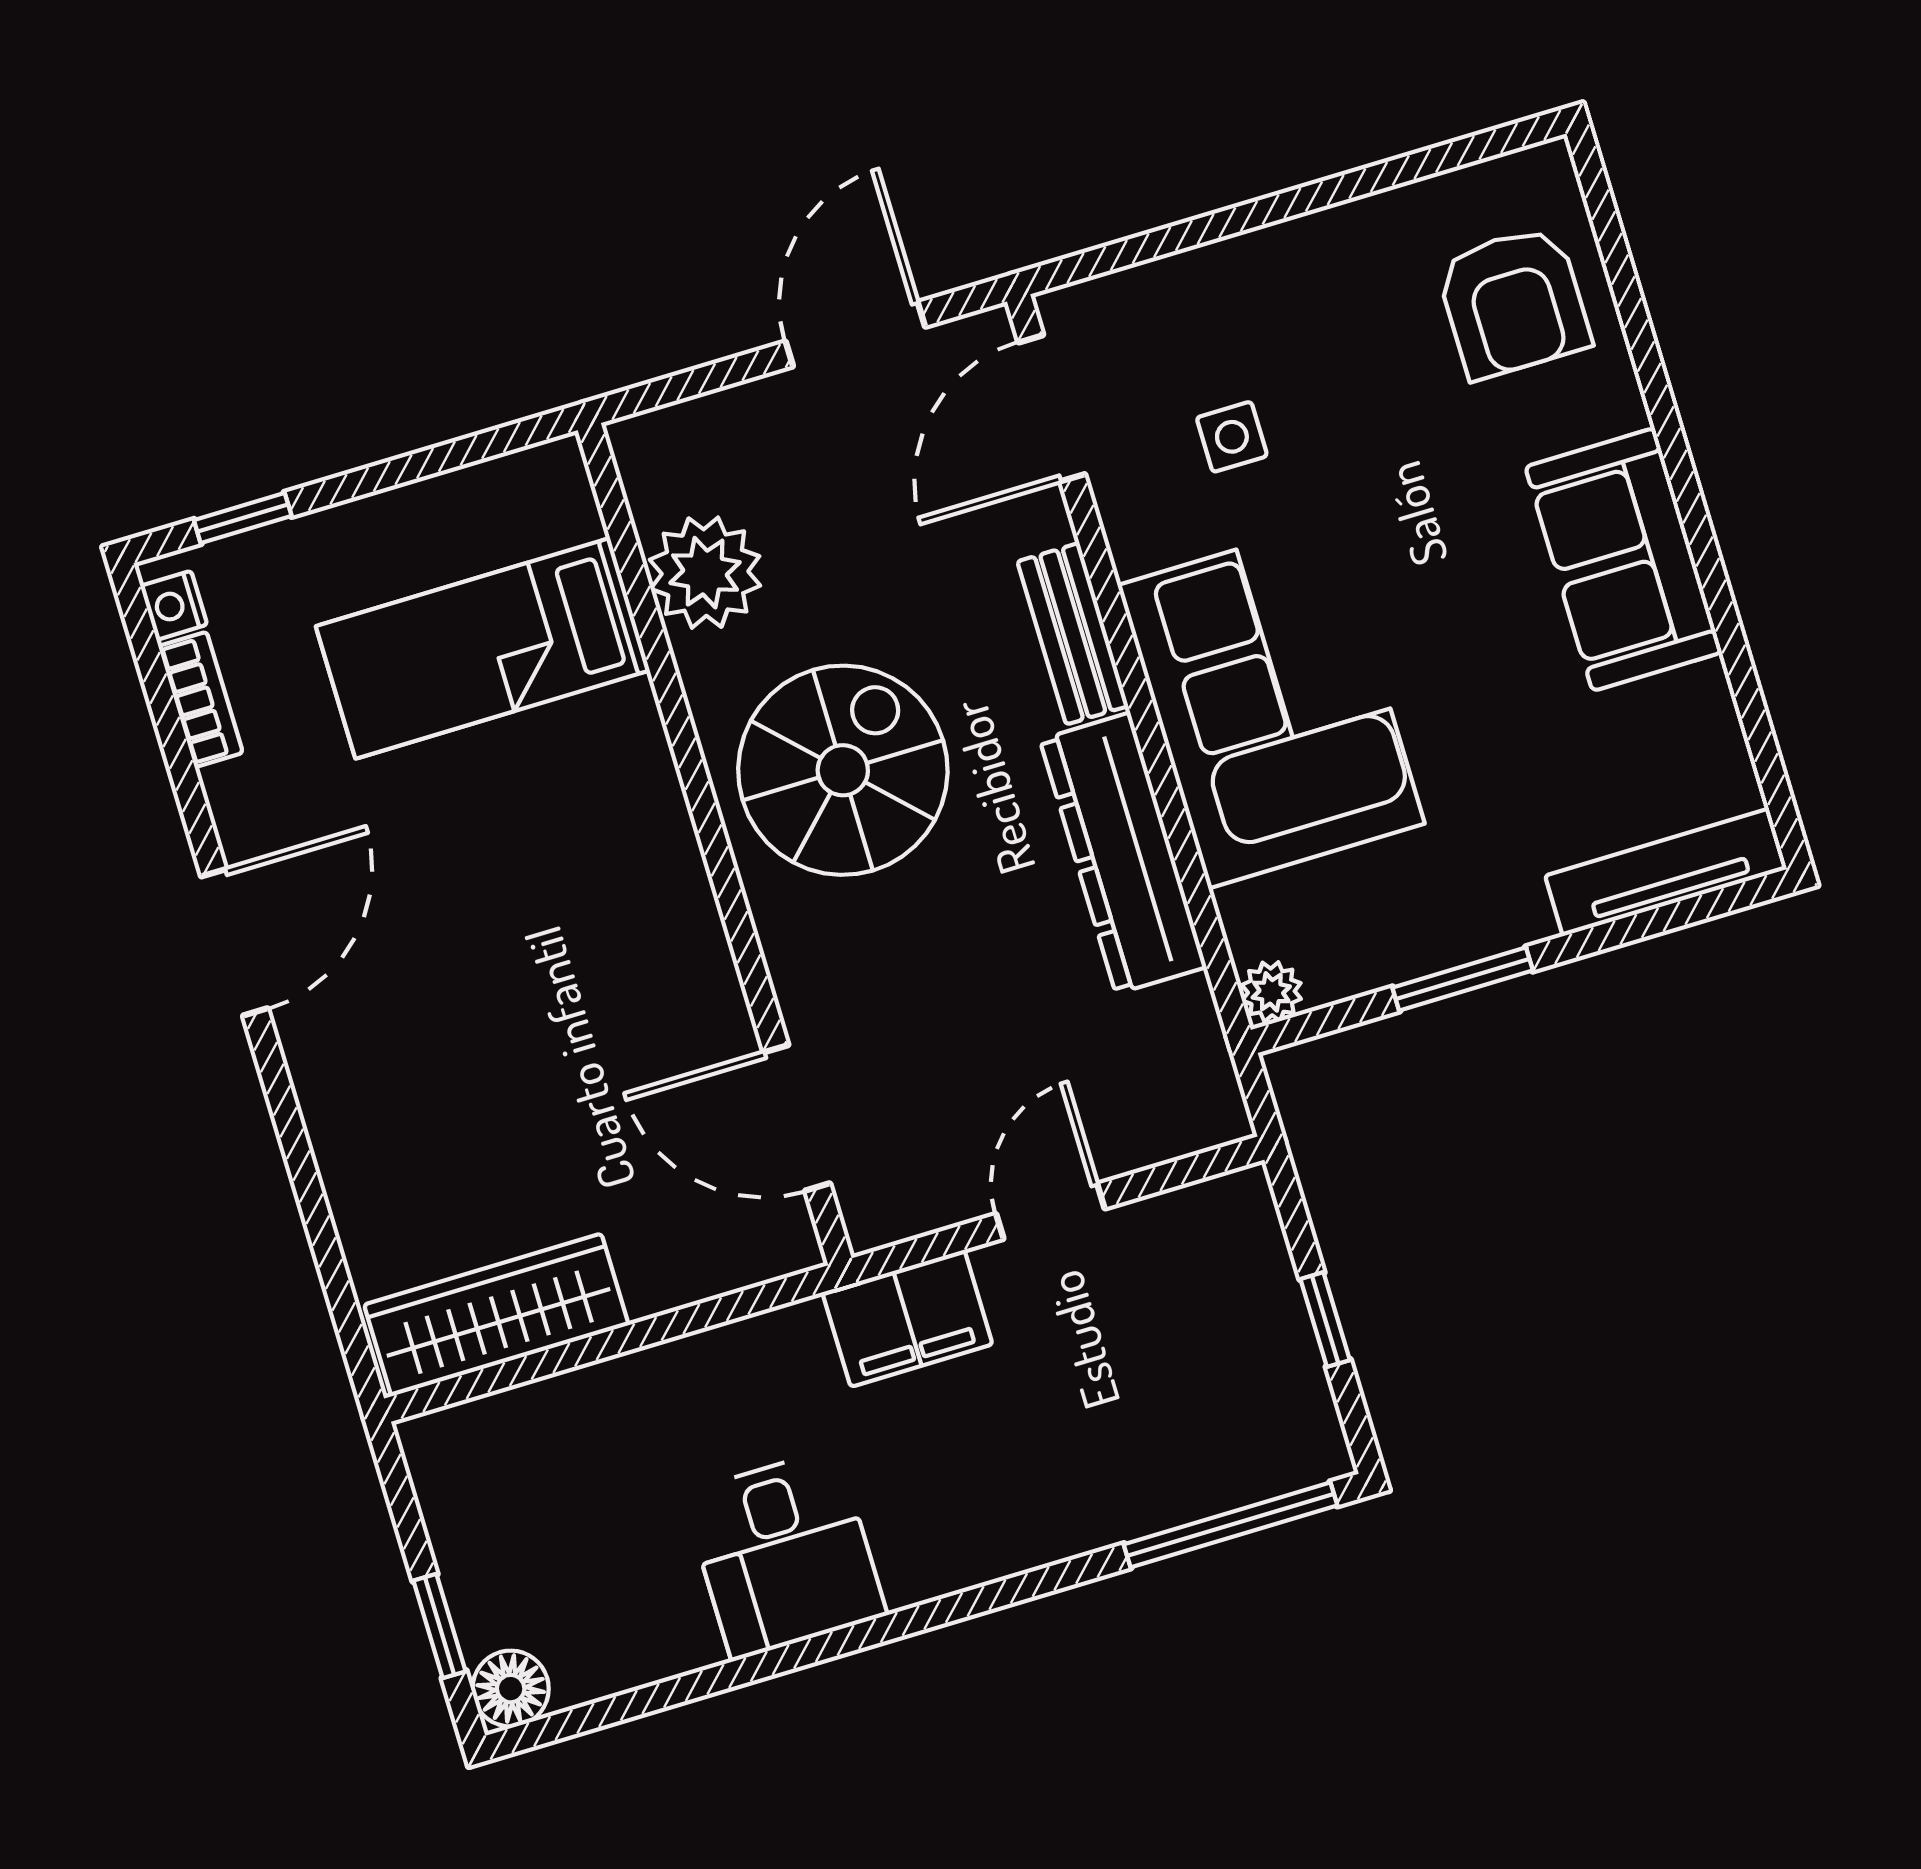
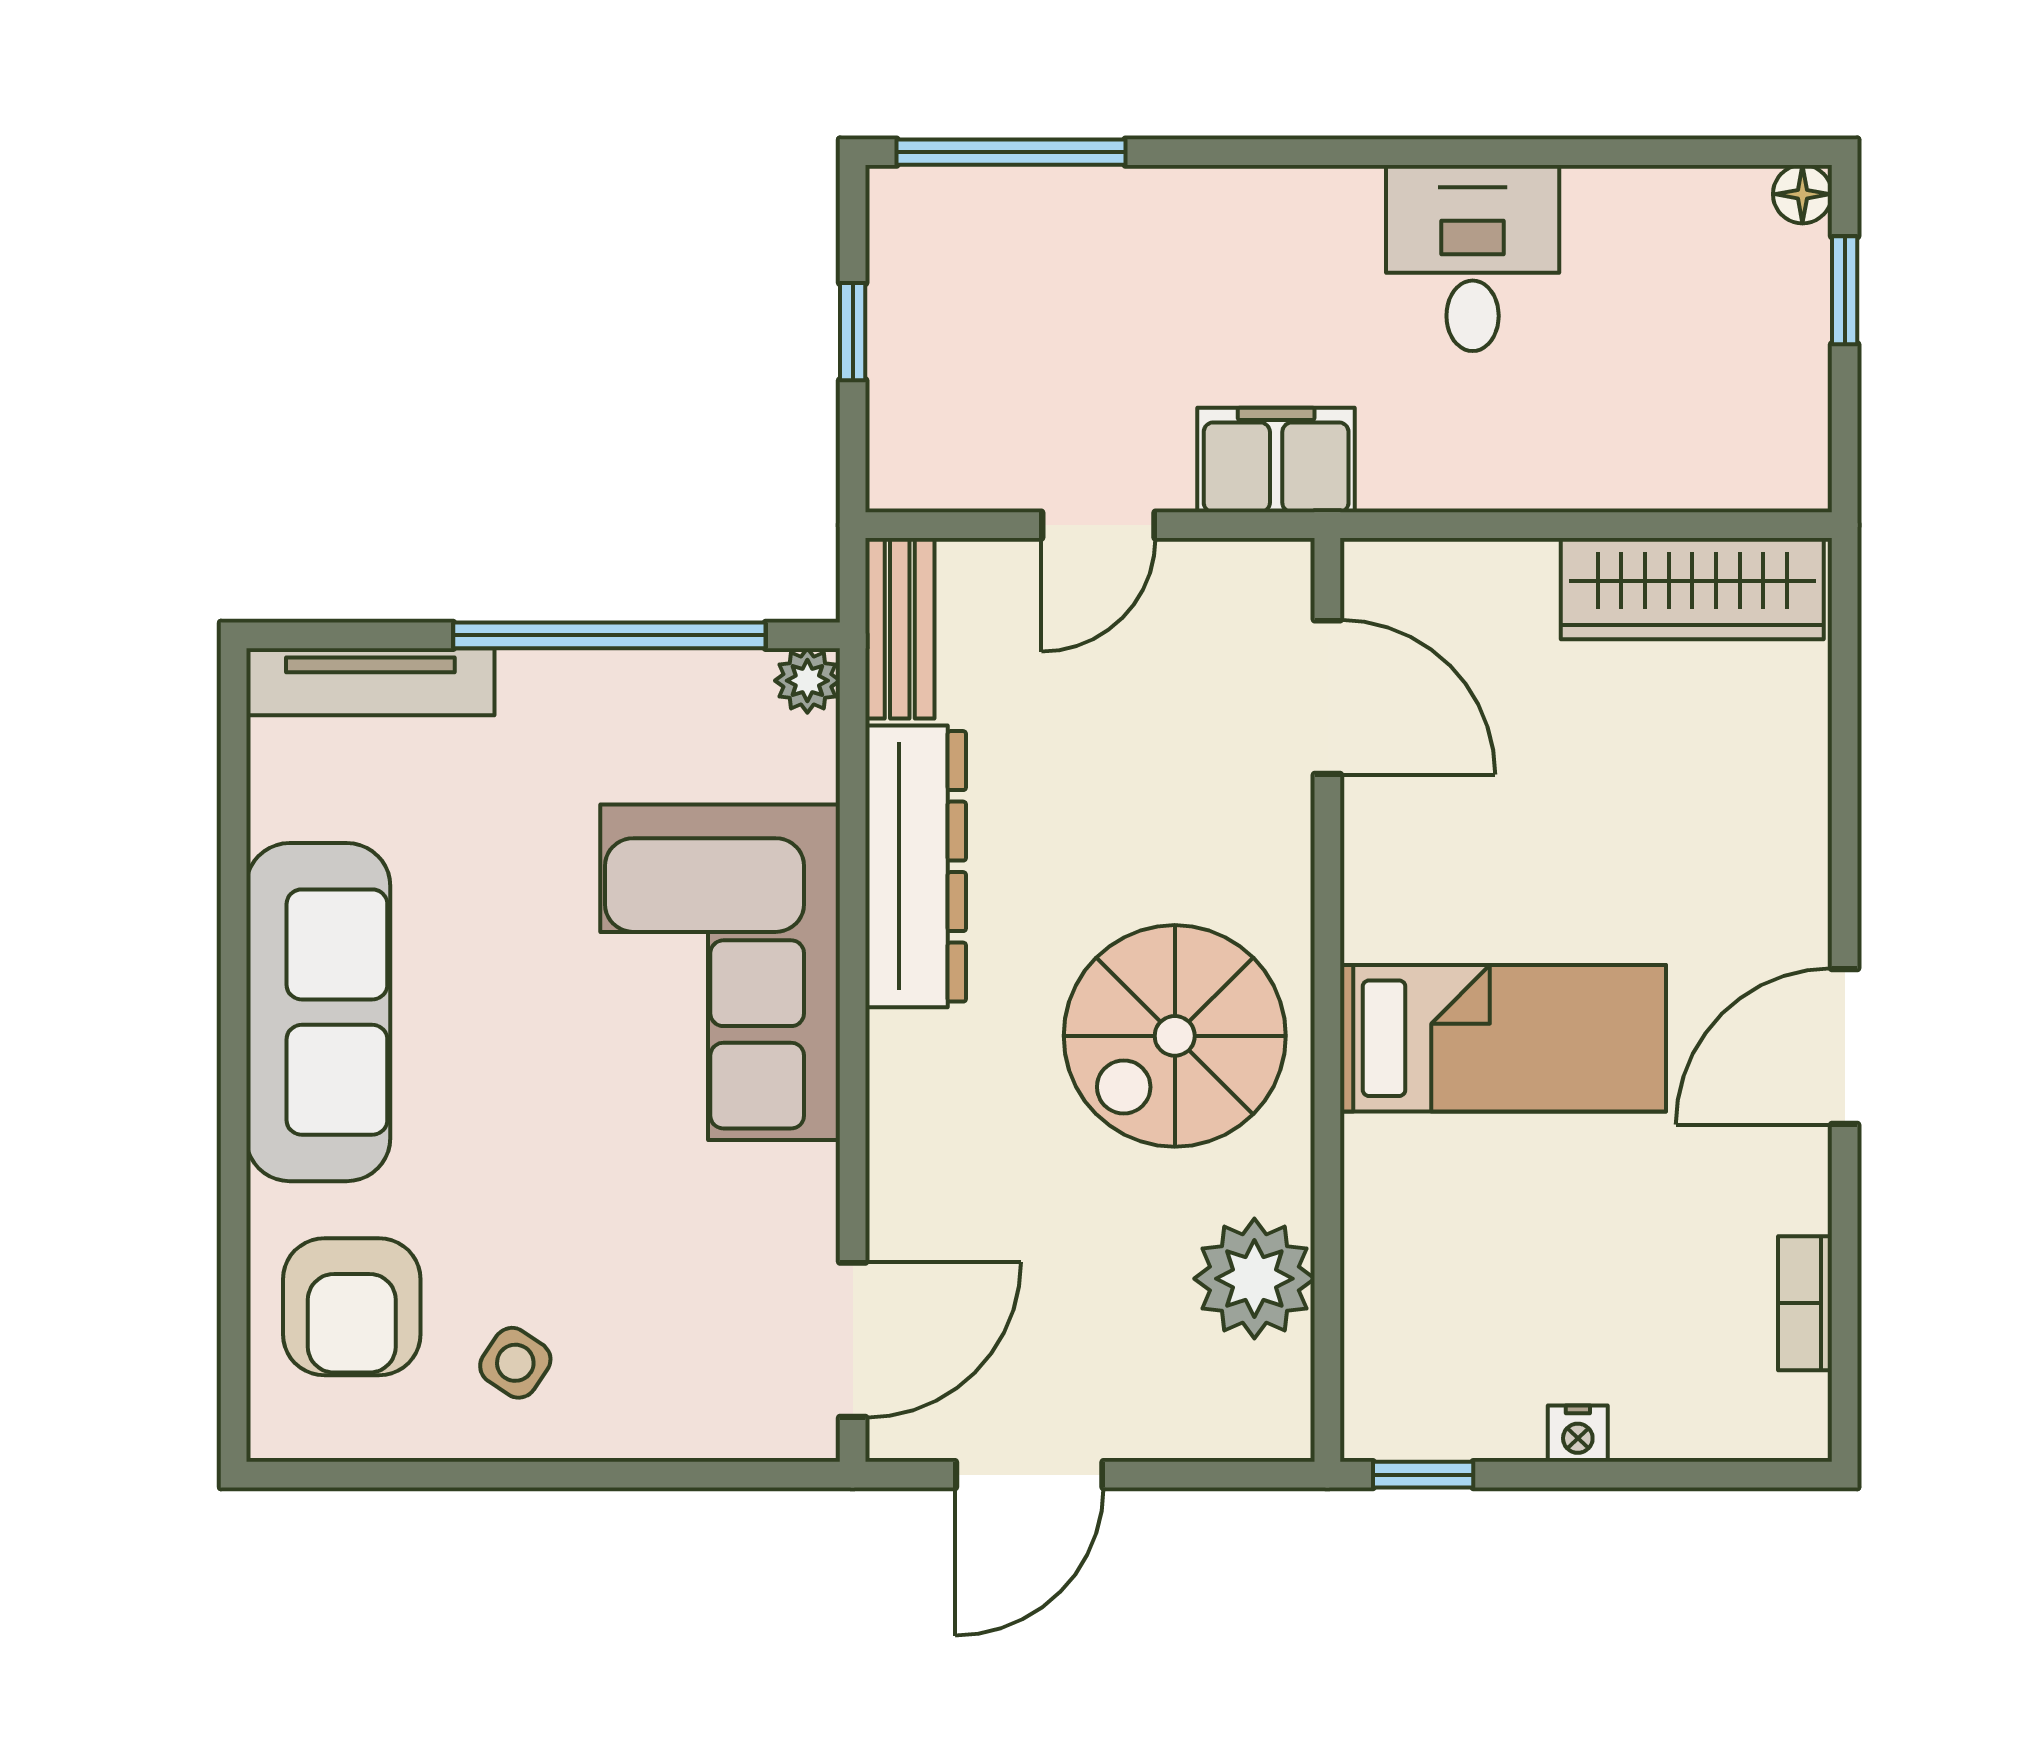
armchair: (1513, 302) -> (352, 1307), turned 180
side table: (1232, 437) -> (515, 1363), moved, turned 34
window: (243, 518) -> (1423, 1475), moved
sofa: (1624, 560) -> (318, 1012), width x1.36
nightstand: (174, 605) -> (1578, 1434), moved, turned 90
bench: (1073, 634) -> (900, 628), moved
bed: (483, 648) -> (1503, 1038), moved
window: (1463, 979) -> (609, 635), width x2.11
floor lamp: (511, 1689) -> (1802, 194), width x0.73, depth x0.73

